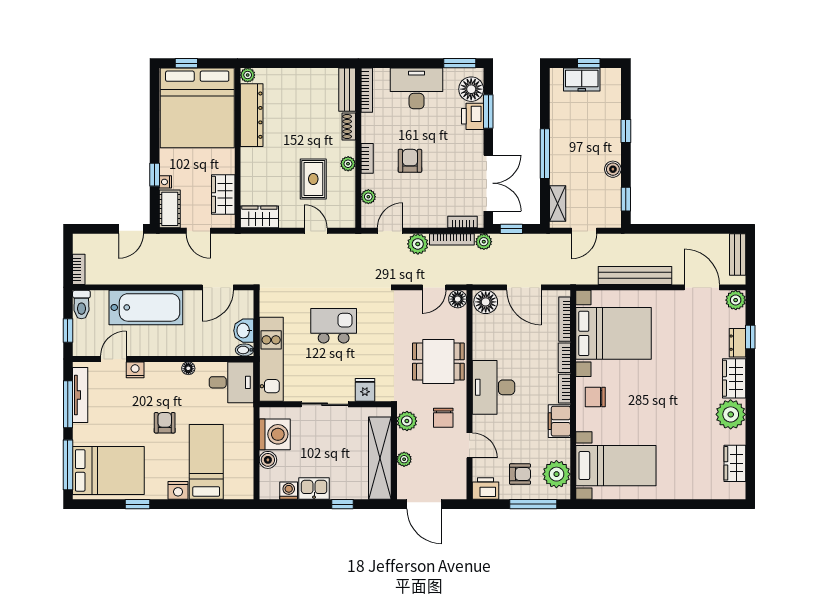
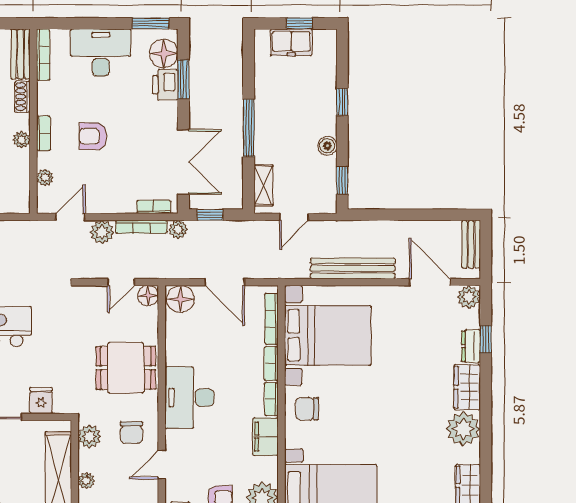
armchair: (410, 161) -> (93, 136), turned -90
door: (469, 445) -> (162, 465), swing flipped

